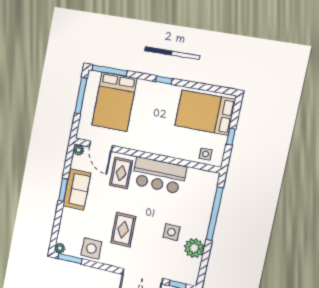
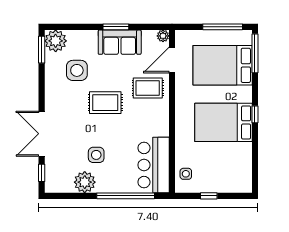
bed: (205, 113) -> (223, 122), moved, turned -90
bar counter: (159, 175) -> (154, 165), moved
rug: (123, 230) -> (105, 103), moved
plant: (60, 248) -> (56, 41), width x1.87, depth x1.87
side table: (91, 248) -> (77, 70), moved

